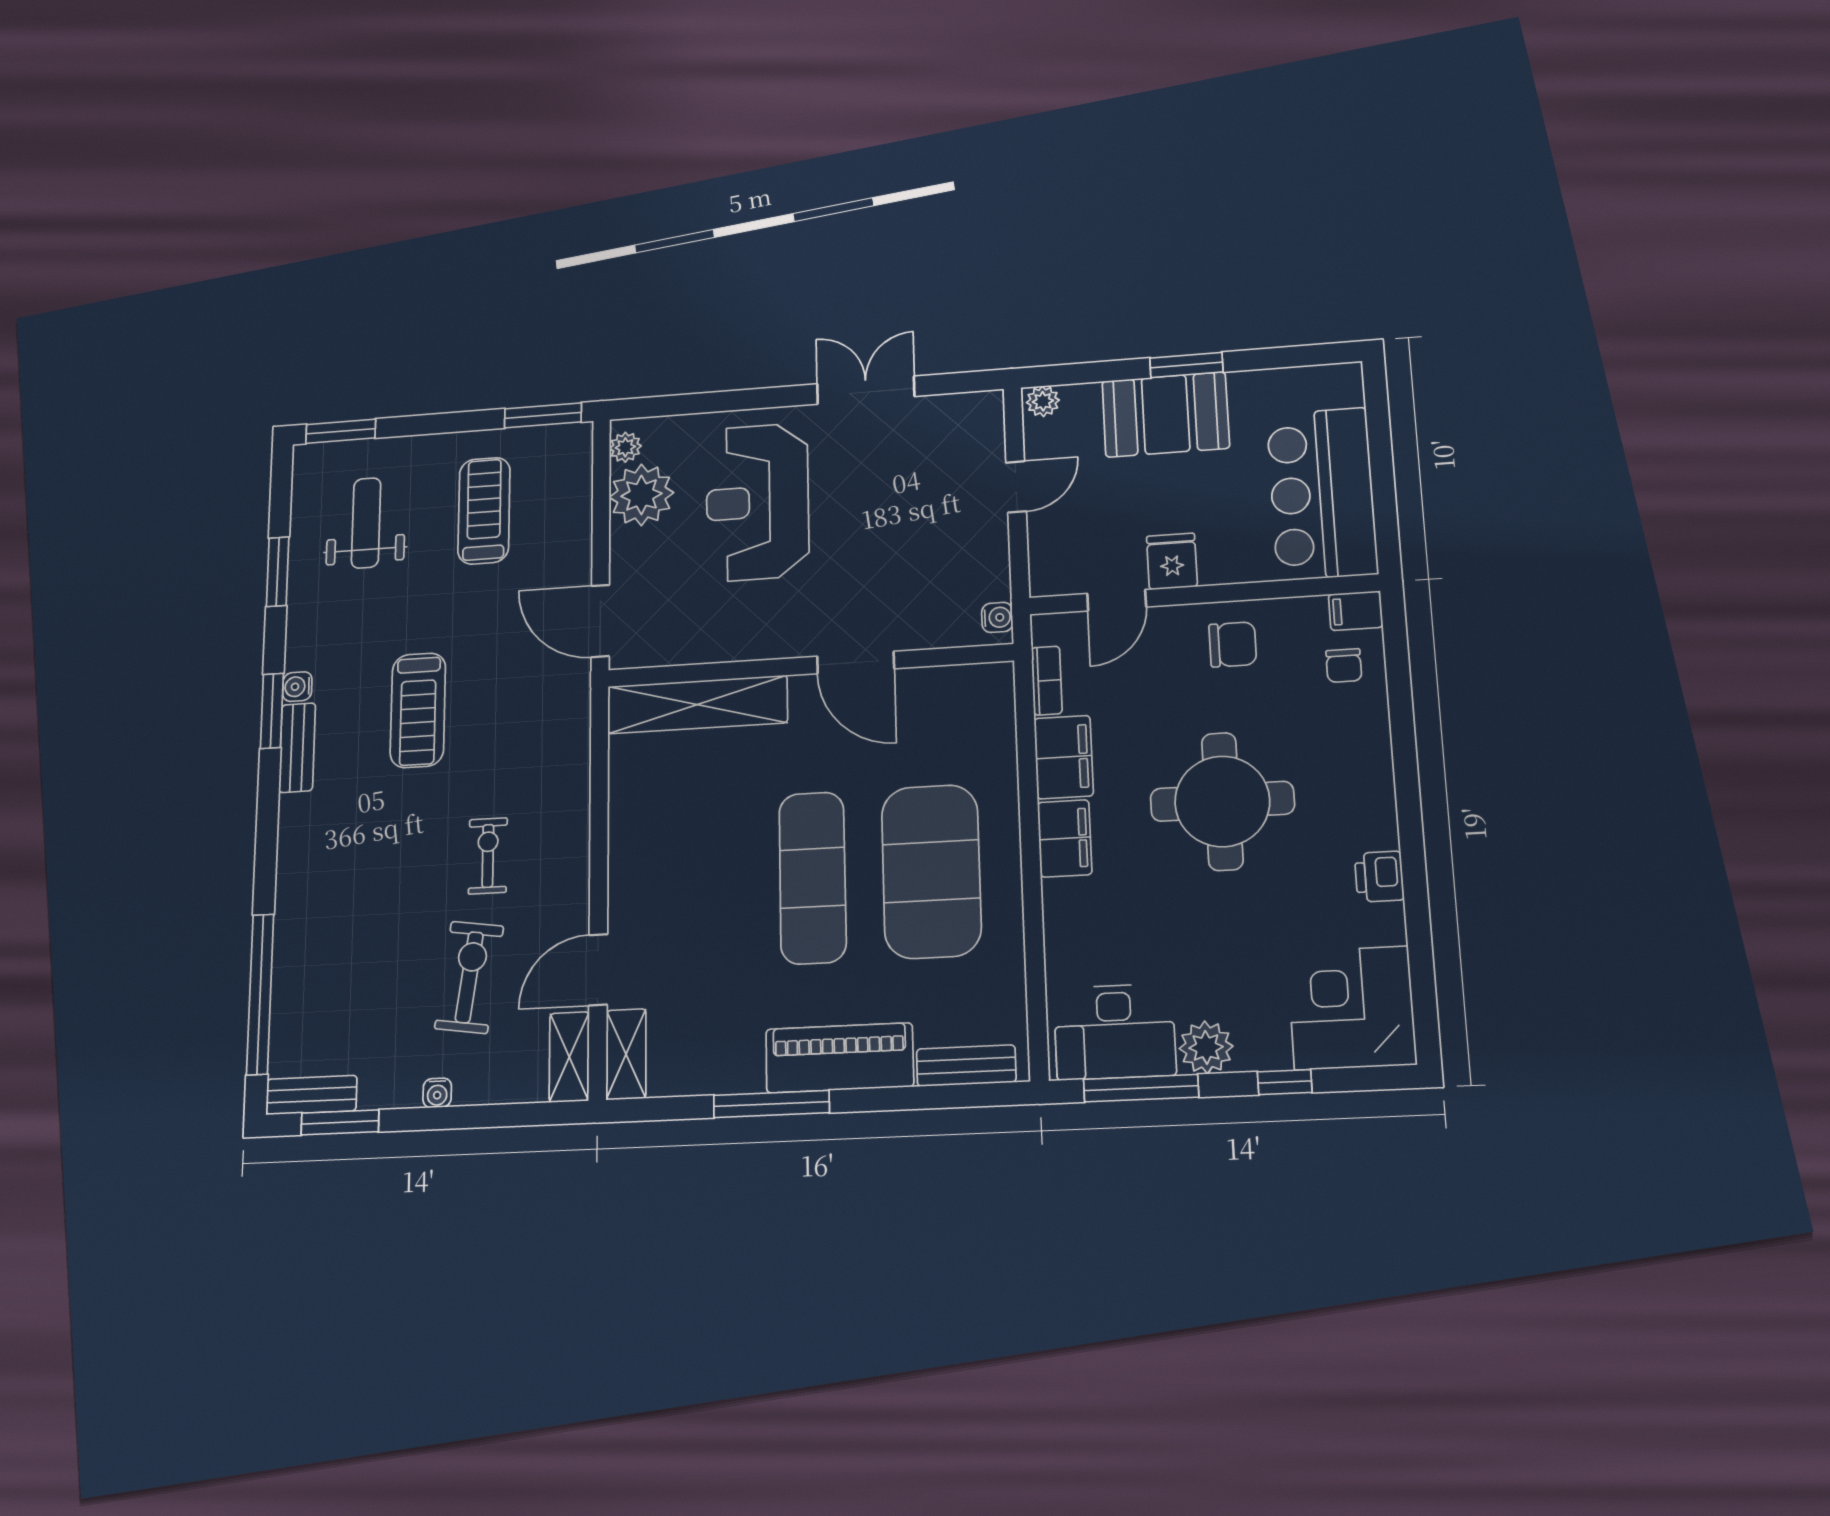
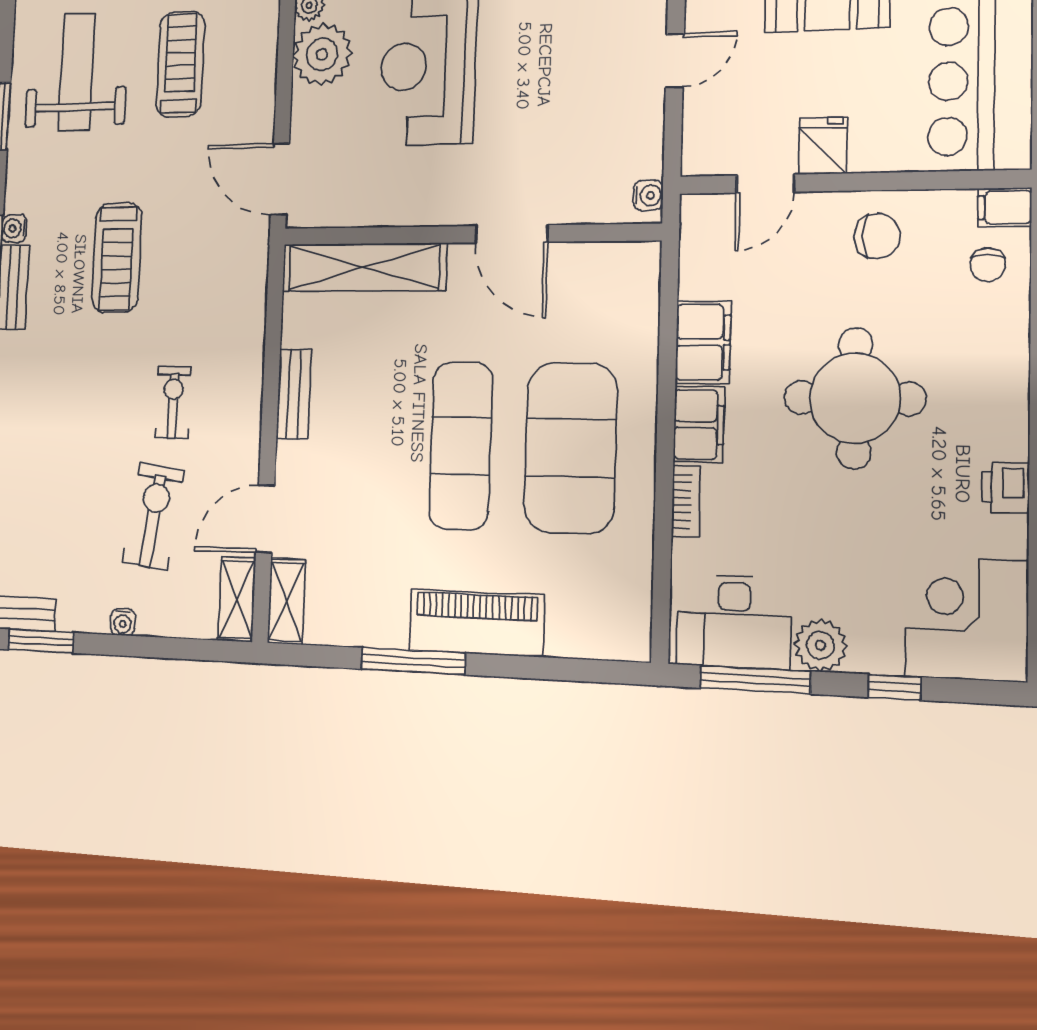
weight bench: (366, 523) -> (77, 72), width x1.36, depth x1.33
bookcase: (1047, 681) -> (686, 501), moved
bench: (966, 1066) -> (294, 394), moved, turned 90

